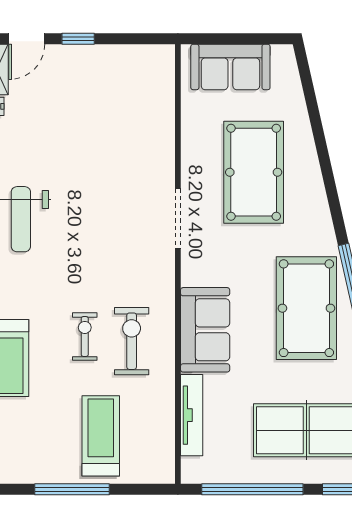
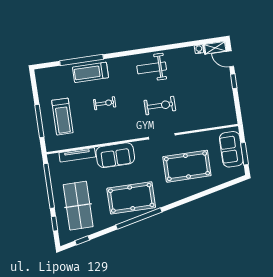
window: (245, 39) -> (244, 154), added
exercise bike: (132, 341) -> (160, 106), moved
treadmill: (101, 436) -> (62, 117), turned 90
window: (72, 489) -> (39, 121), moved

